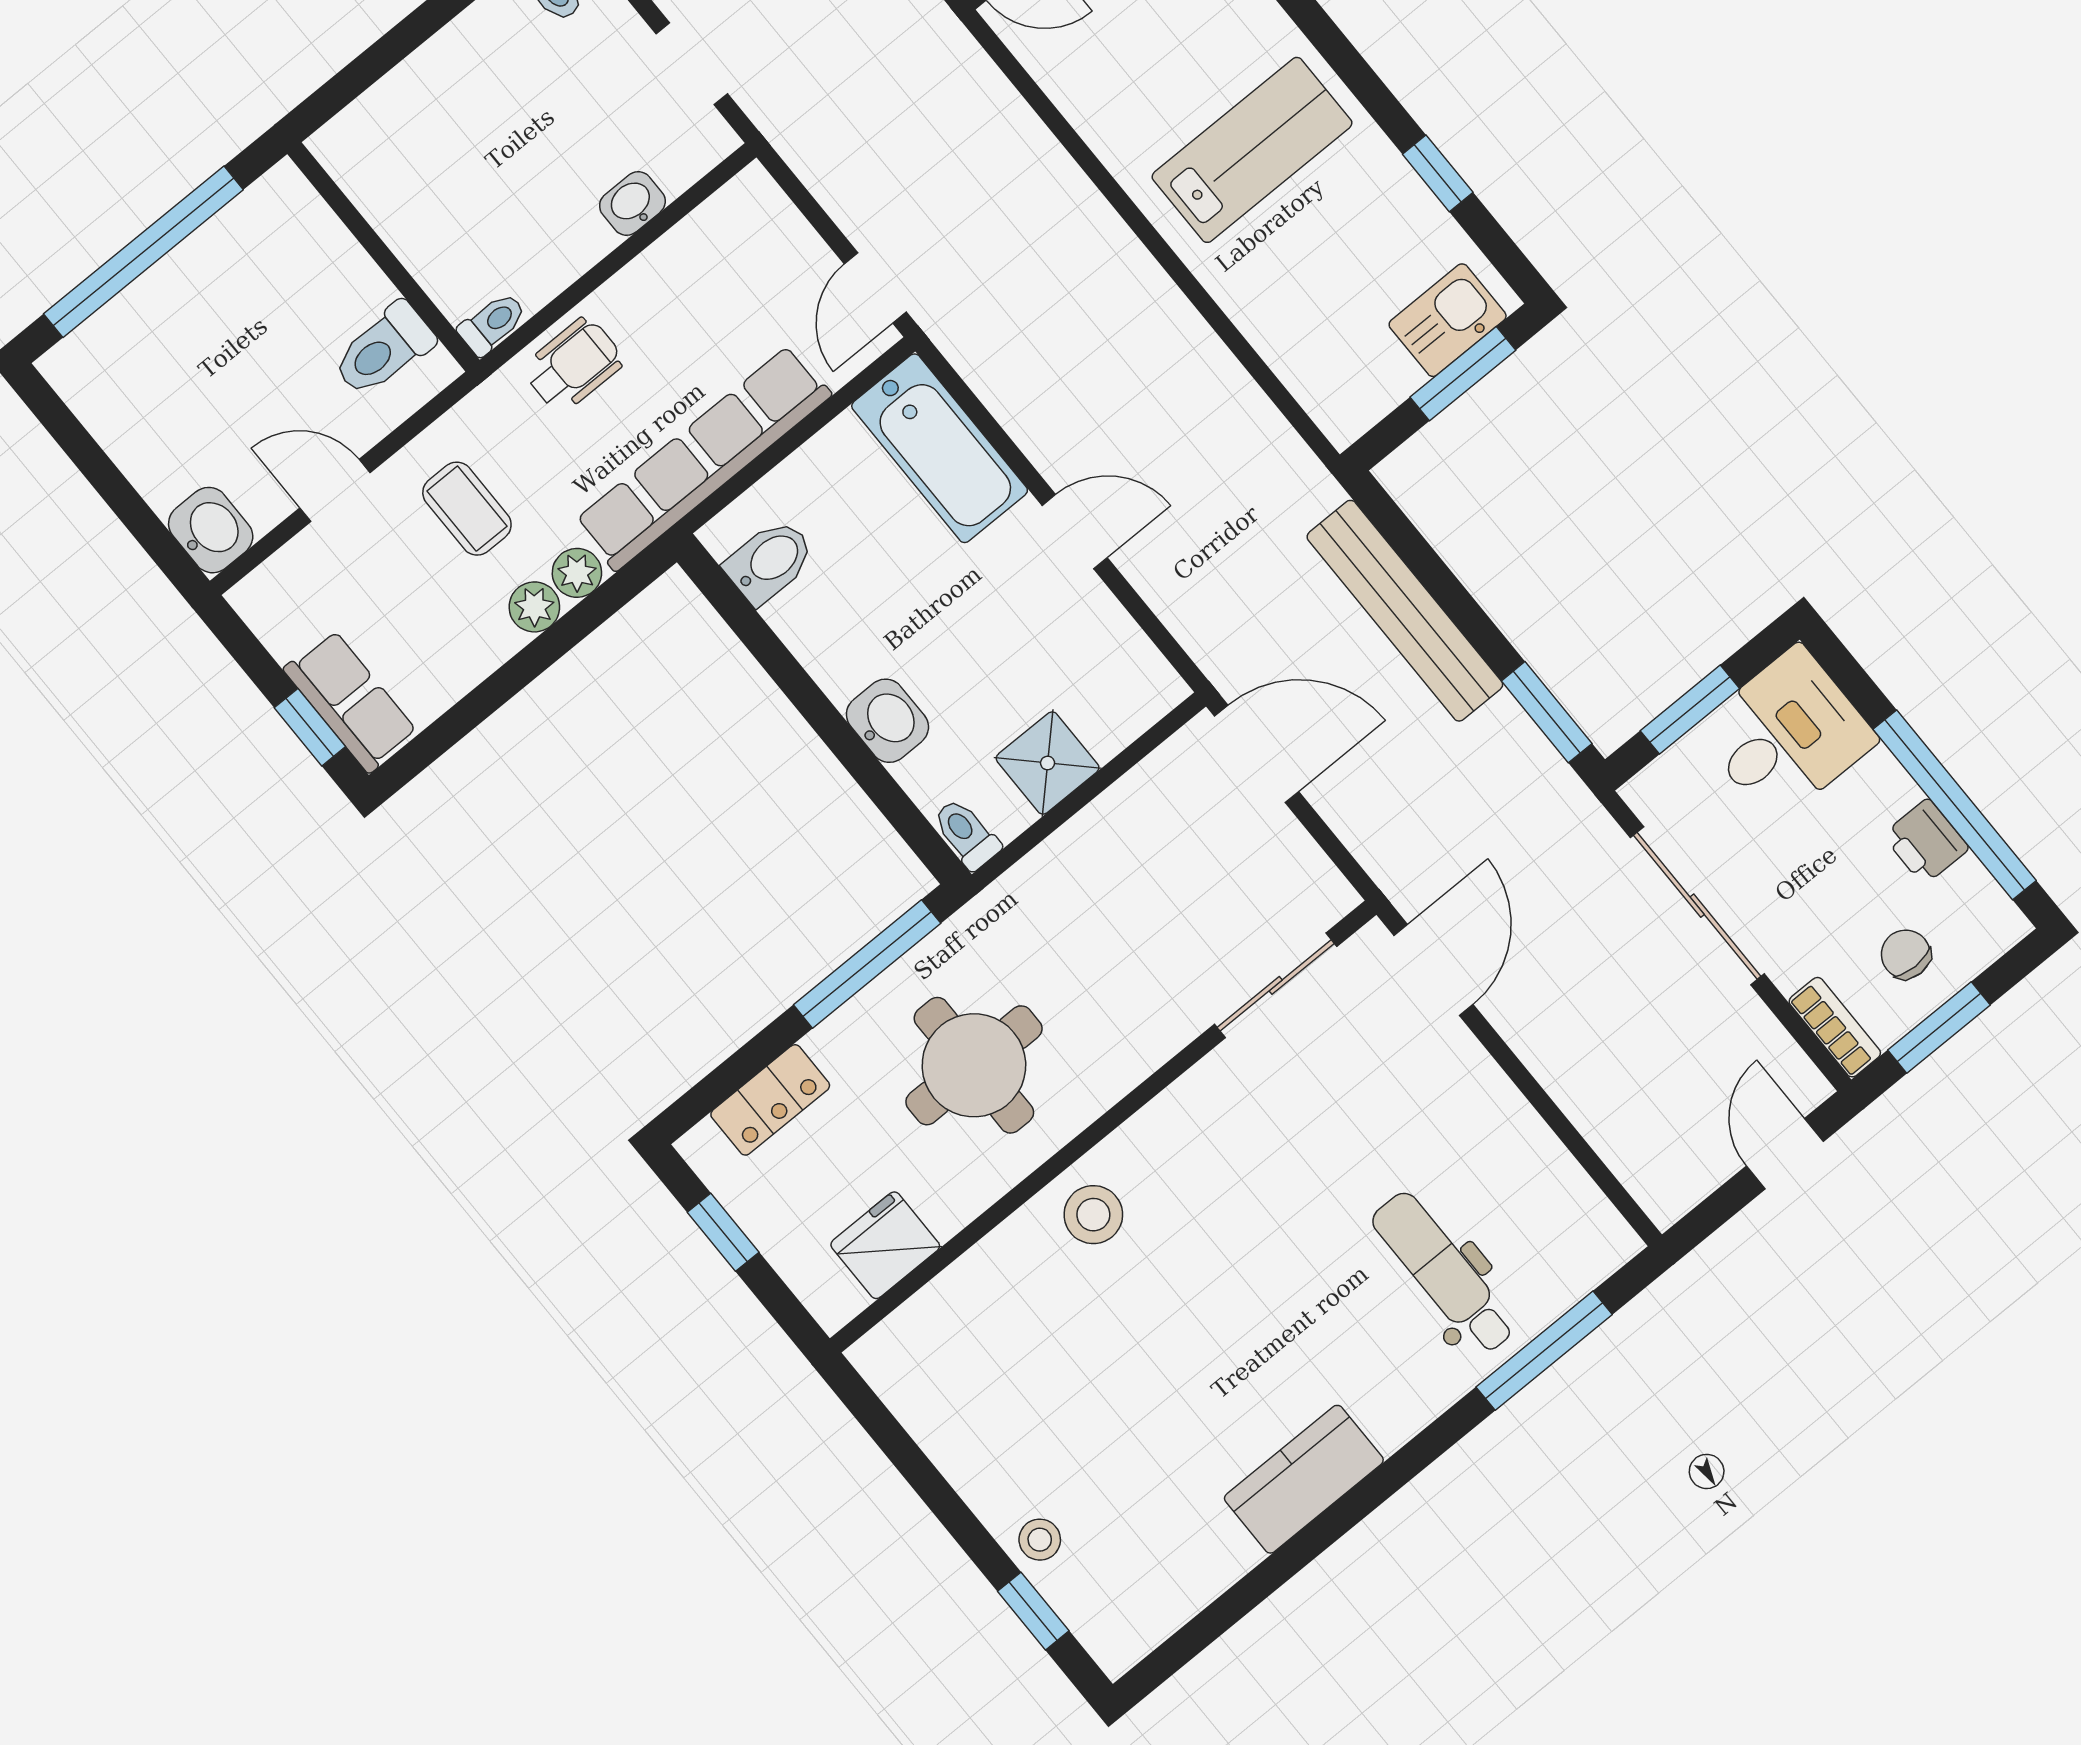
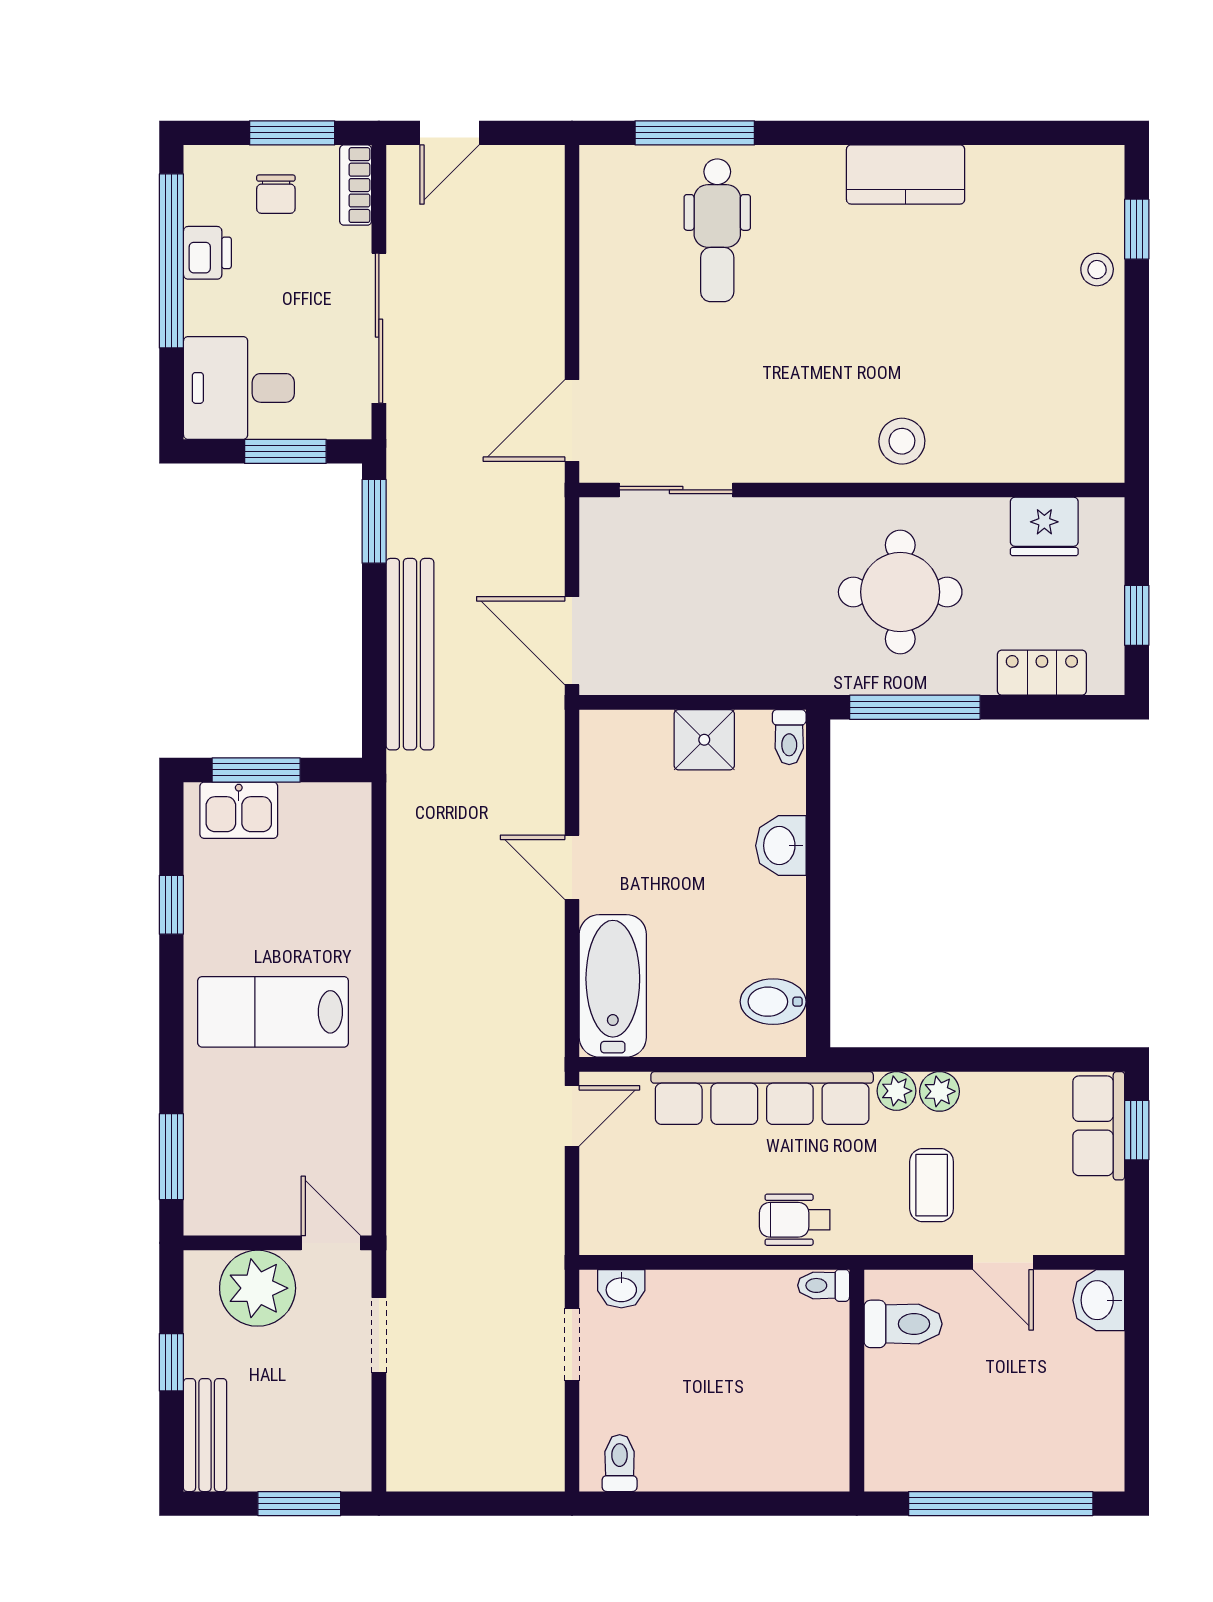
washbasin: (632, 204) -> (621, 1289), moved

